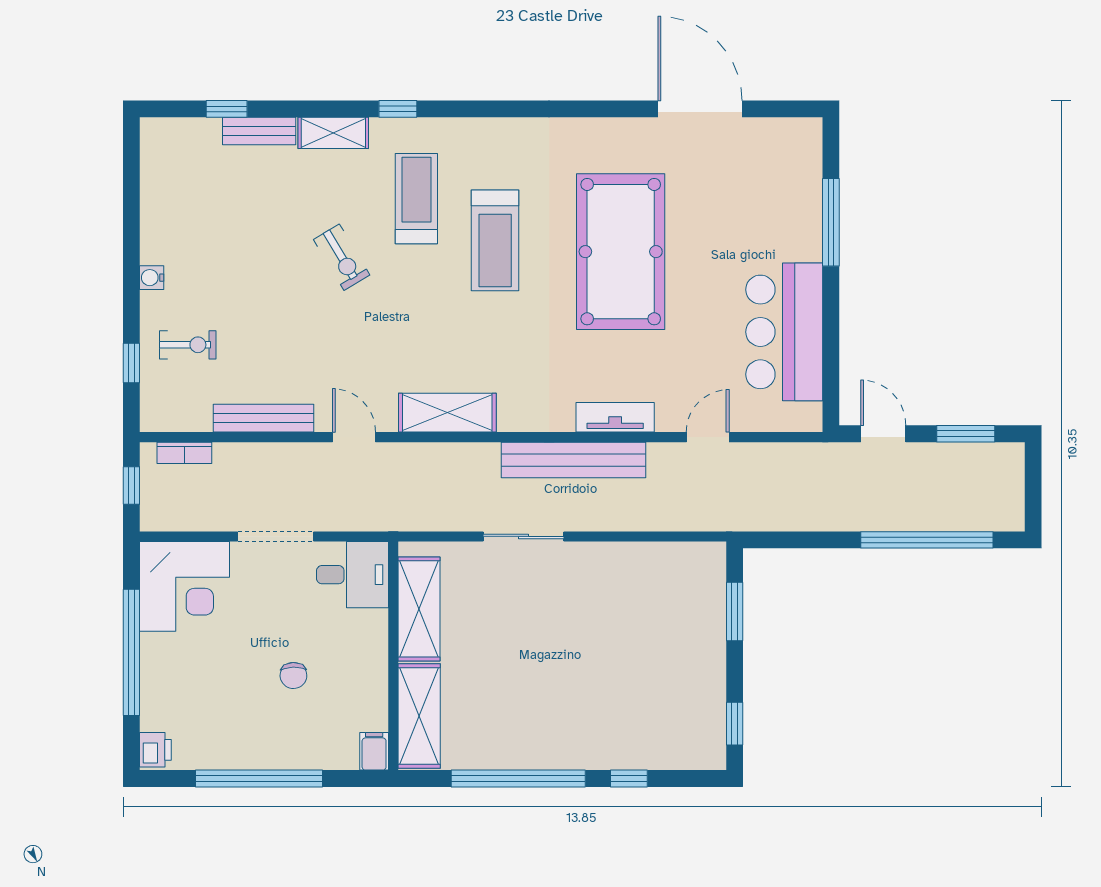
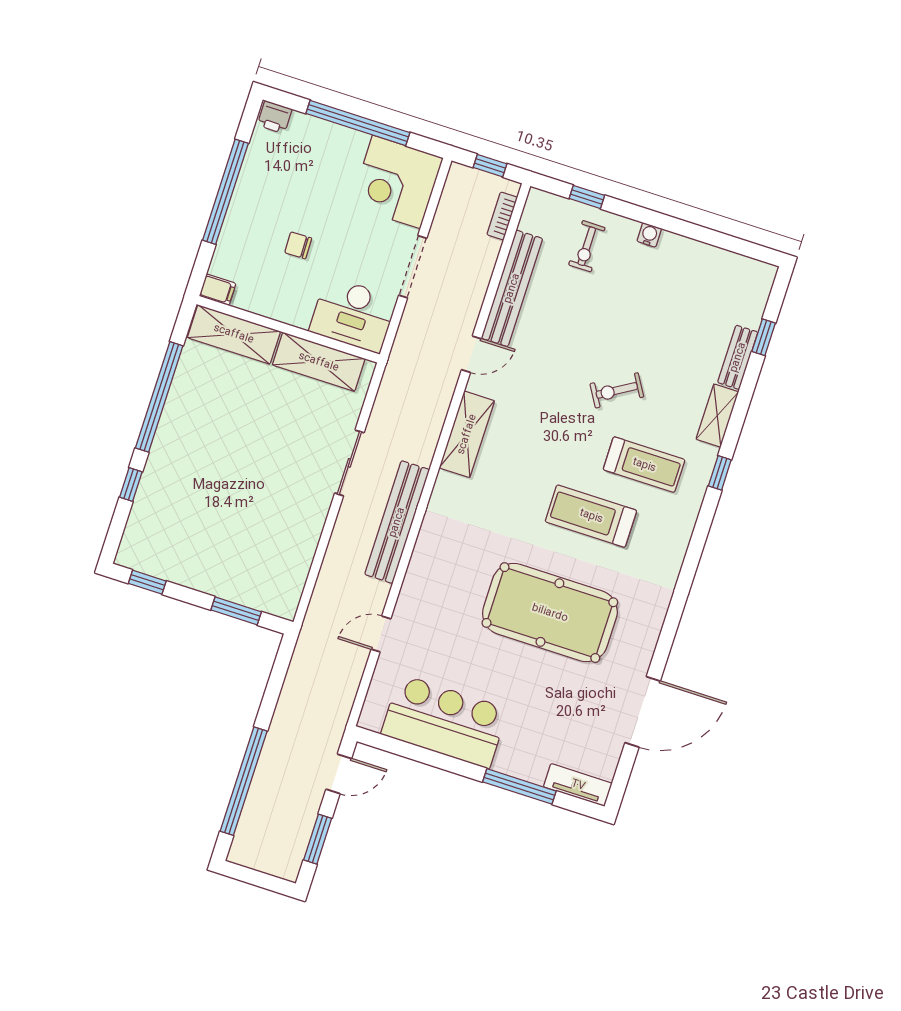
tv unit: (615, 417) -> (578, 785), moved, turned -90
bench: (264, 418) -> (512, 288), width x1.37, depth x1.21
door: (708, 437) -> (381, 634), swing flipped
desk: (352, 575) -> (353, 315), width x1.37

